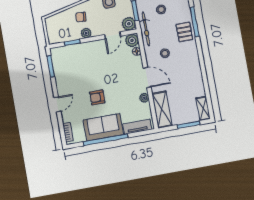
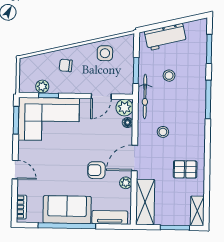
plant: (129, 24) -> (125, 86), removed
pallet: (184, 32) -> (185, 169), moved, turned 90
plant: (86, 33) -> (42, 86), moved
corner sofa: (76, 61) -> (49, 119), added
door: (147, 77) -> (134, 158), swing flipped
armchair: (97, 97) -> (96, 170), moved
door: (57, 104) -> (15, 170), hinge flipped

